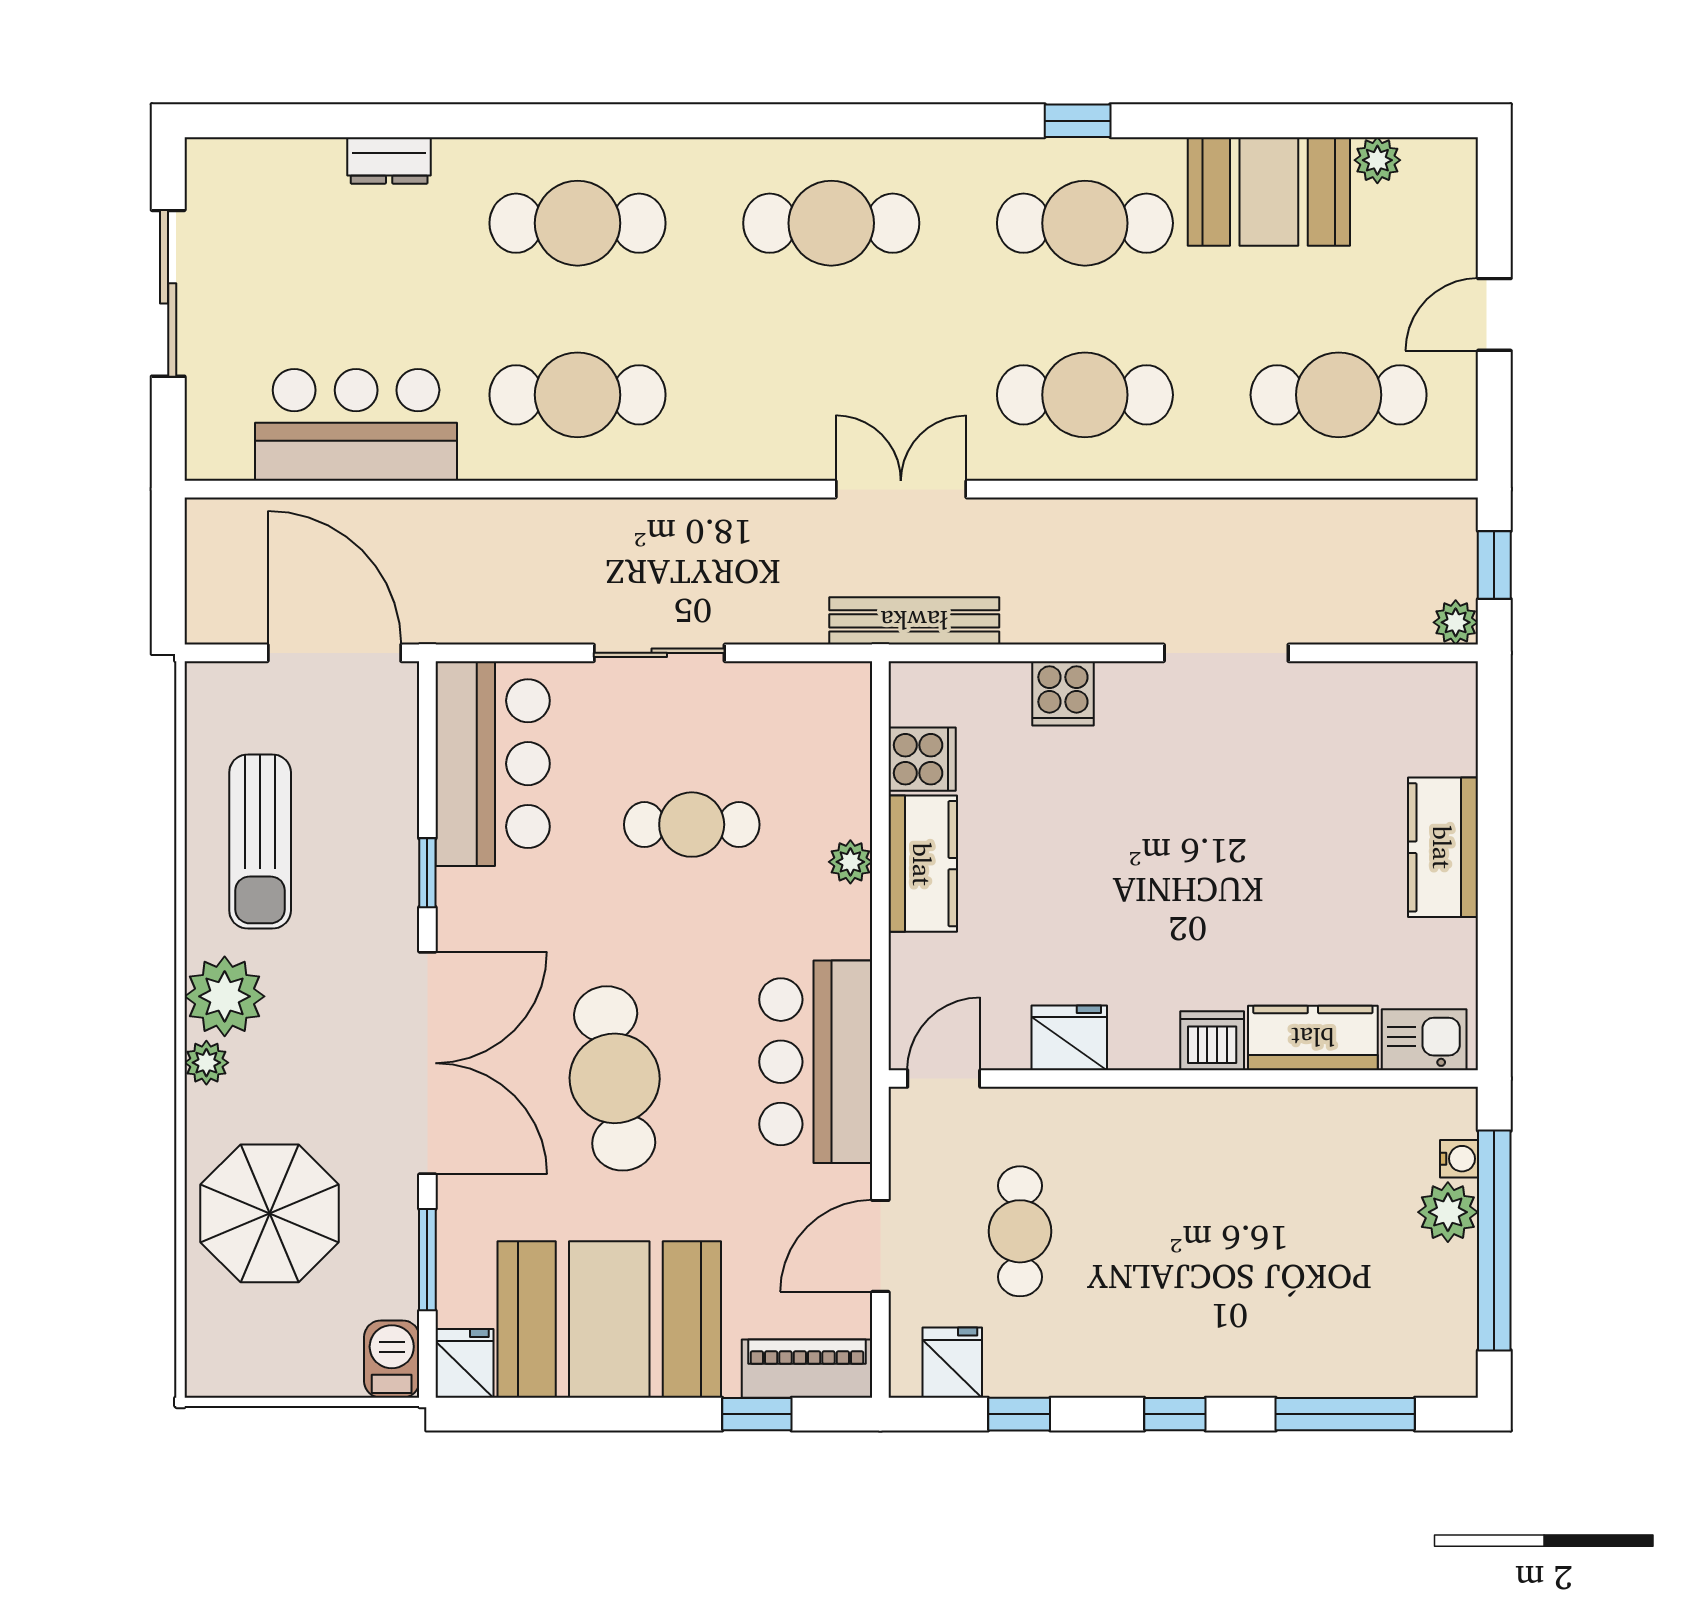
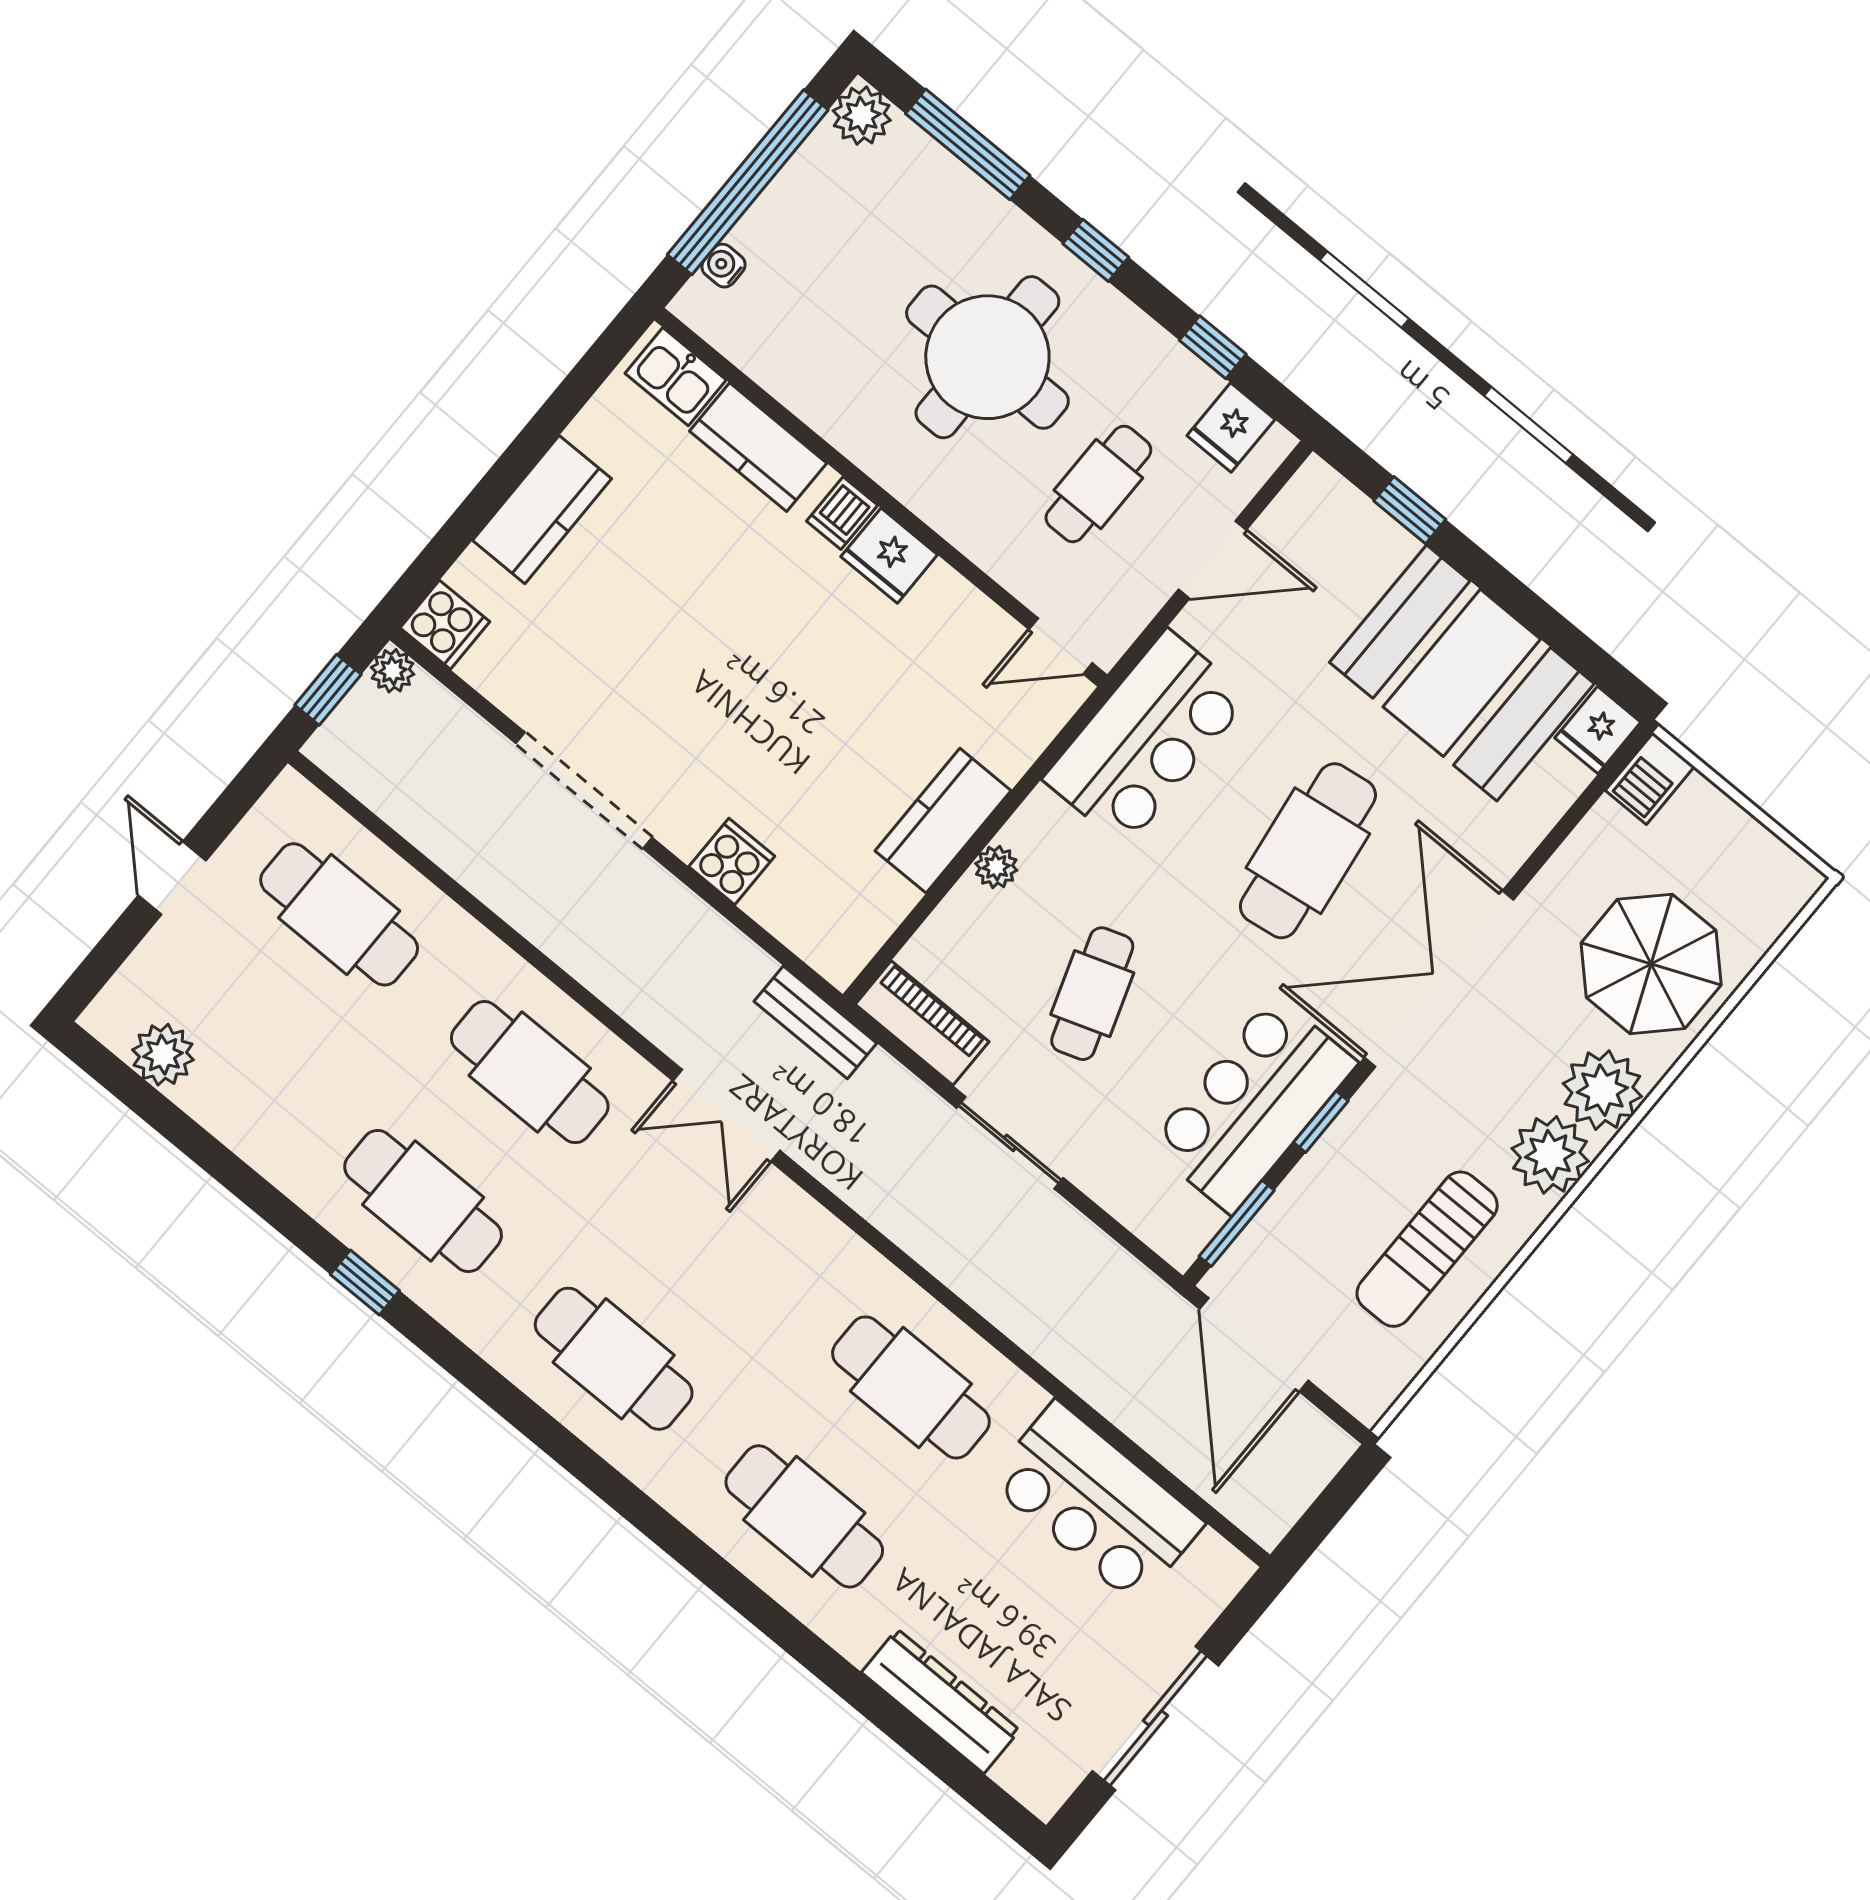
plant: (1377, 160) -> (163, 1055), width x1.38, depth x1.38
dresser: (389, 161) -> (941, 1701), width x1.96, depth x1.24
booth: (1269, 191) -> (265, 1110), removed
door: (1494, 314) -> (172, 878), swing flipped
bench: (914, 621) -> (815, 1022), width x0.73
doorway: (1226, 653) -> (584, 790), width x1.36
cooker: (922, 759) -> (445, 625), moved, turned 180
bar counter: (493, 764) -> (1253, 1104), moved
cafe table: (692, 825) -> (1092, 994), turned 71
sun lounger: (260, 841) -> (1427, 1249), turned 180
fridge: (1069, 1038) -> (889, 556), moved
dishwasher: (1212, 1041) -> (842, 513), width x0.73
plant: (206, 1063) -> (1602, 1090), width x1.87, depth x1.87
plant: (1448, 1212) -> (862, 116), moved
round table: (1191, 1259) -> (987, 357), added
window: (427, 1260) -> (1237, 1223), moved
piano: (807, 1369) -> (922, 1023), moved, turned 180

